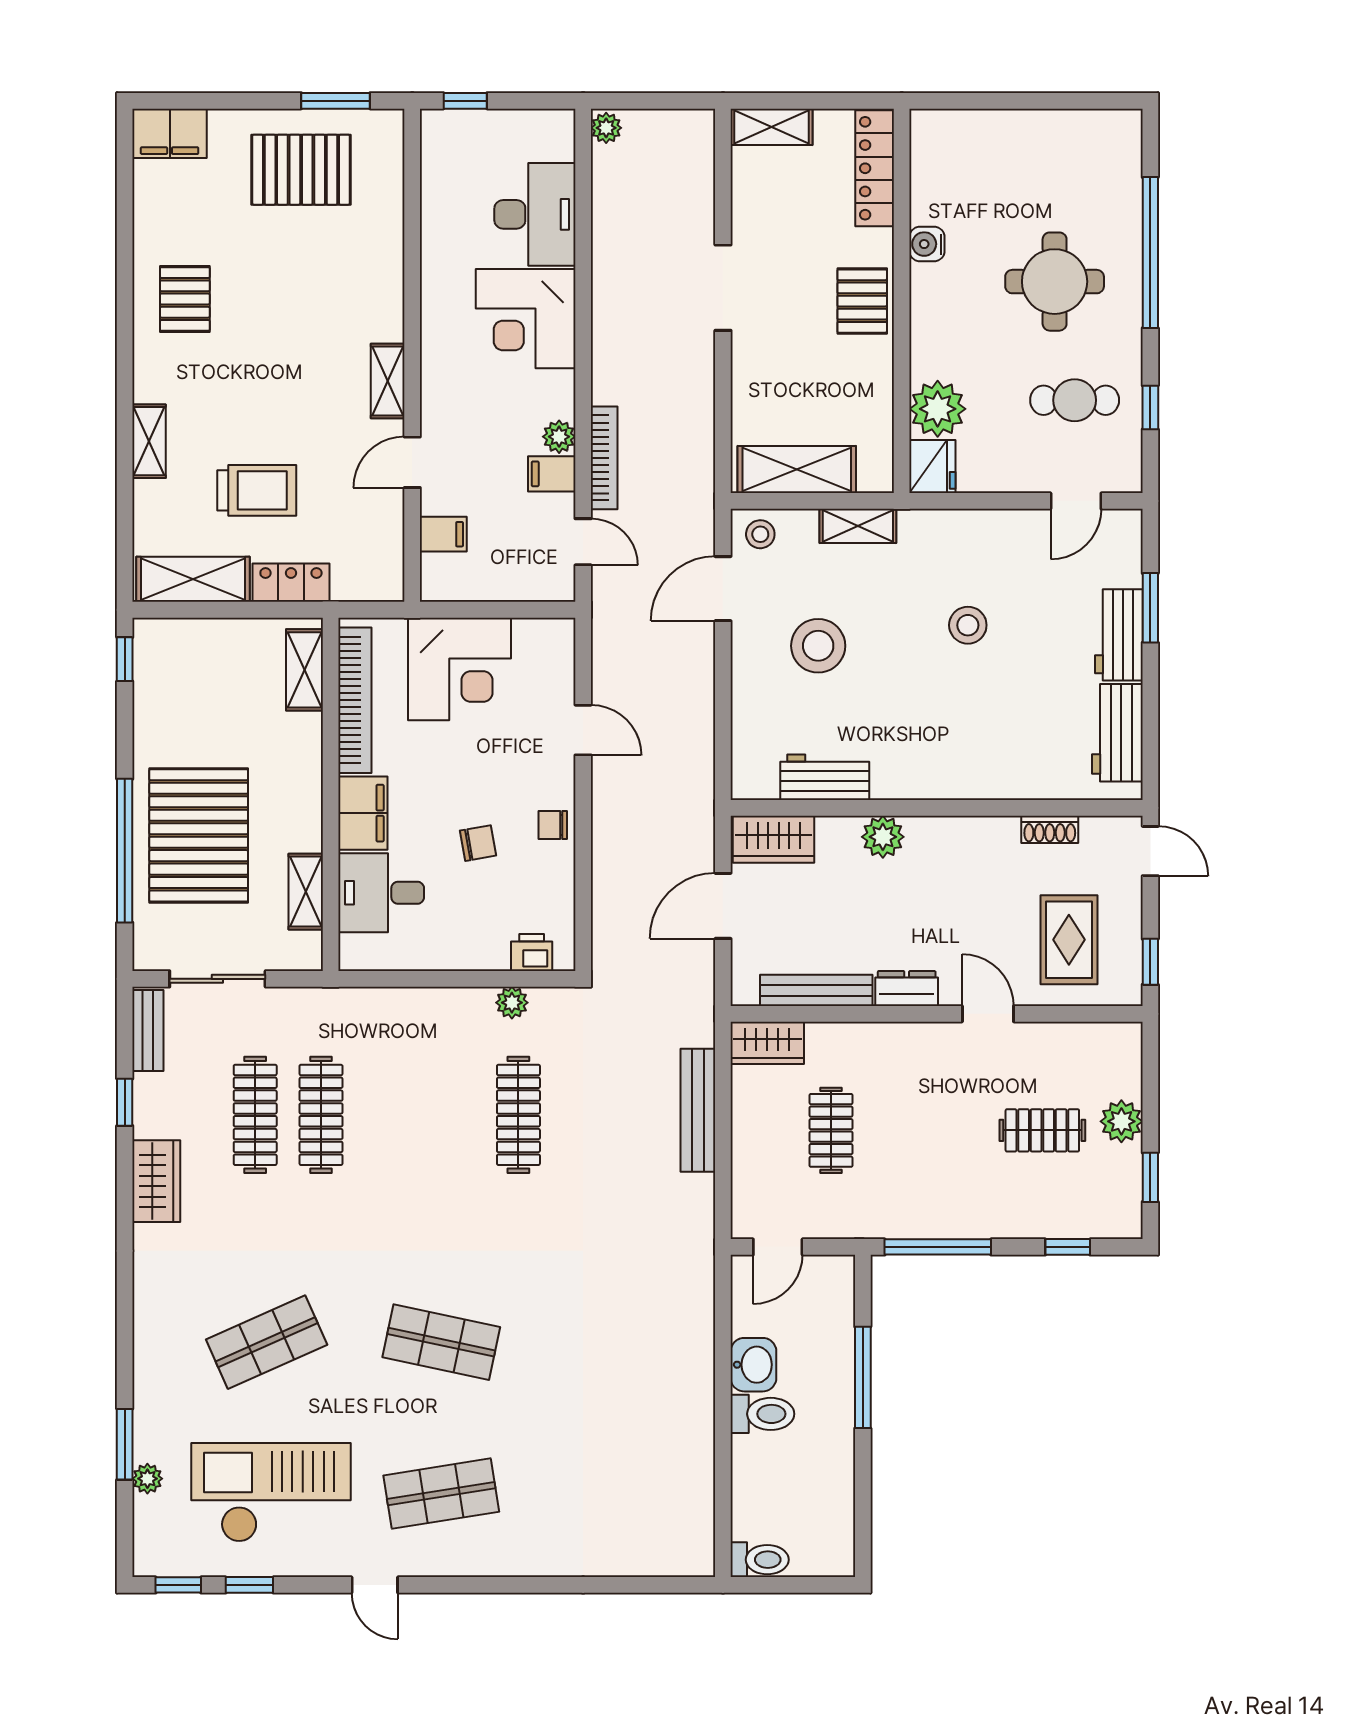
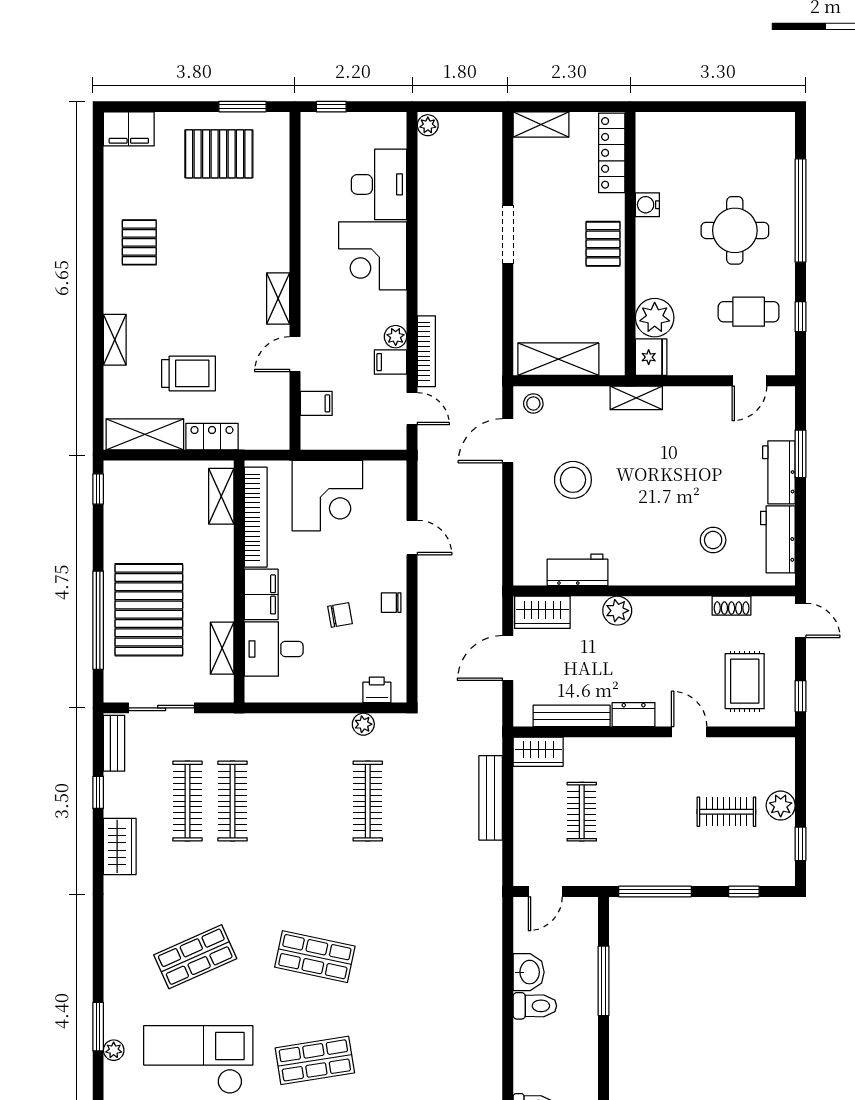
shelving: (858, 526) -> (636, 398), moved
stool: (968, 625) -> (713, 540), moved

